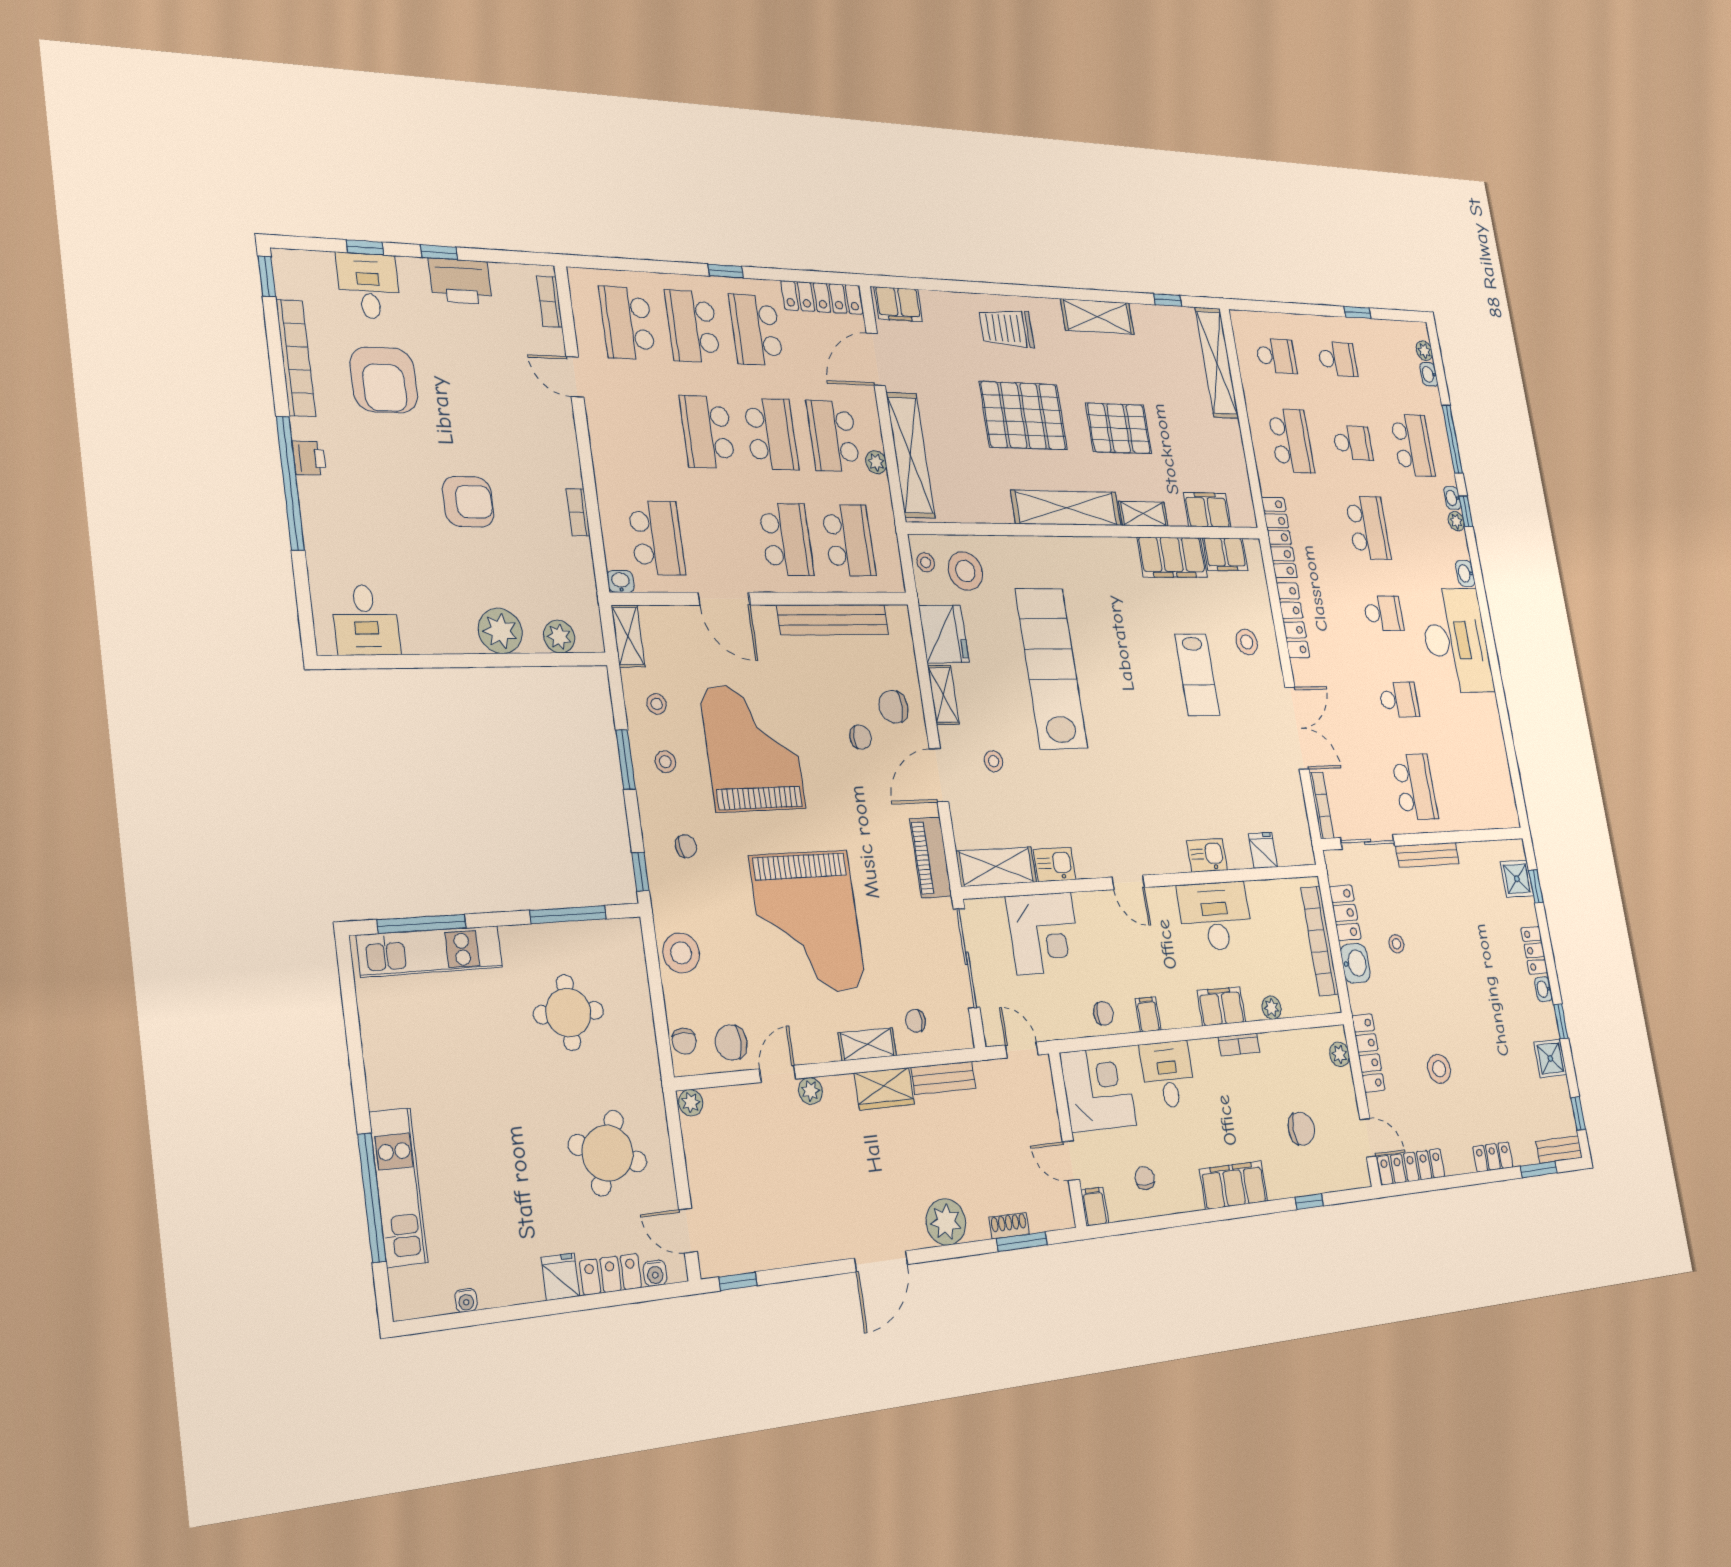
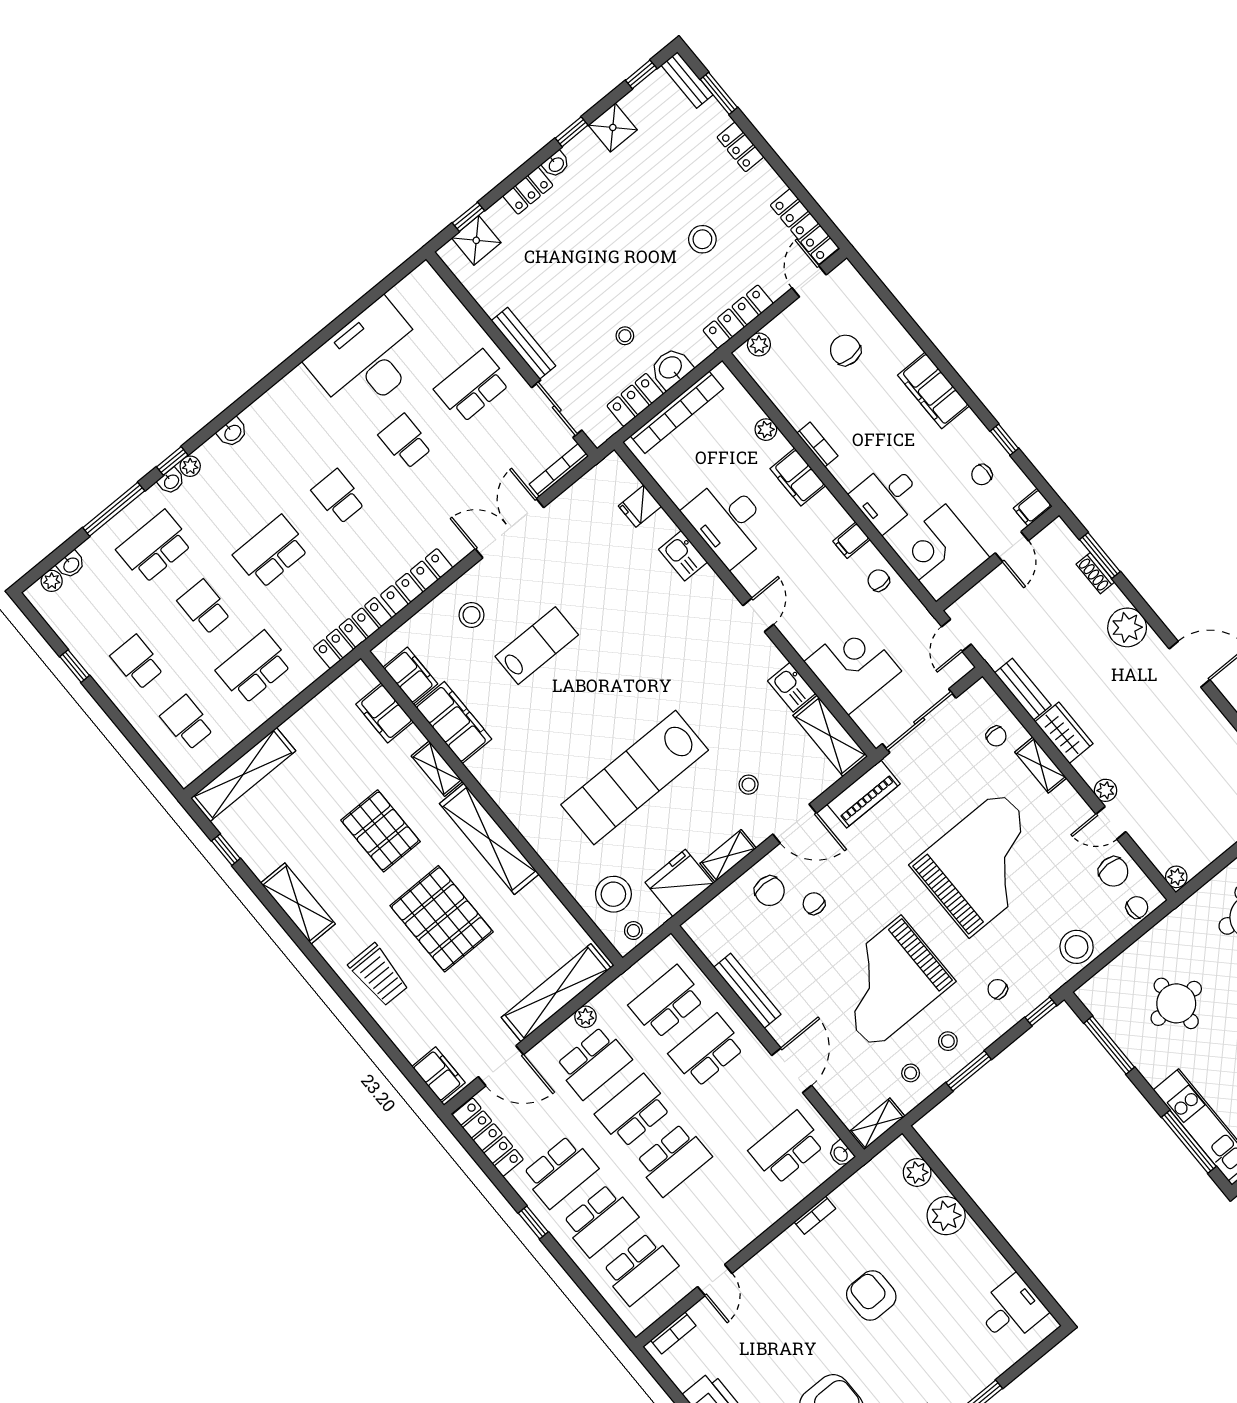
bench: (833, 620) -> (747, 991), width x0.73, depth x0.82
desk: (1456, 640) -> (368, 358), moved
window: (1309, 1202) -> (1004, 440), moved

